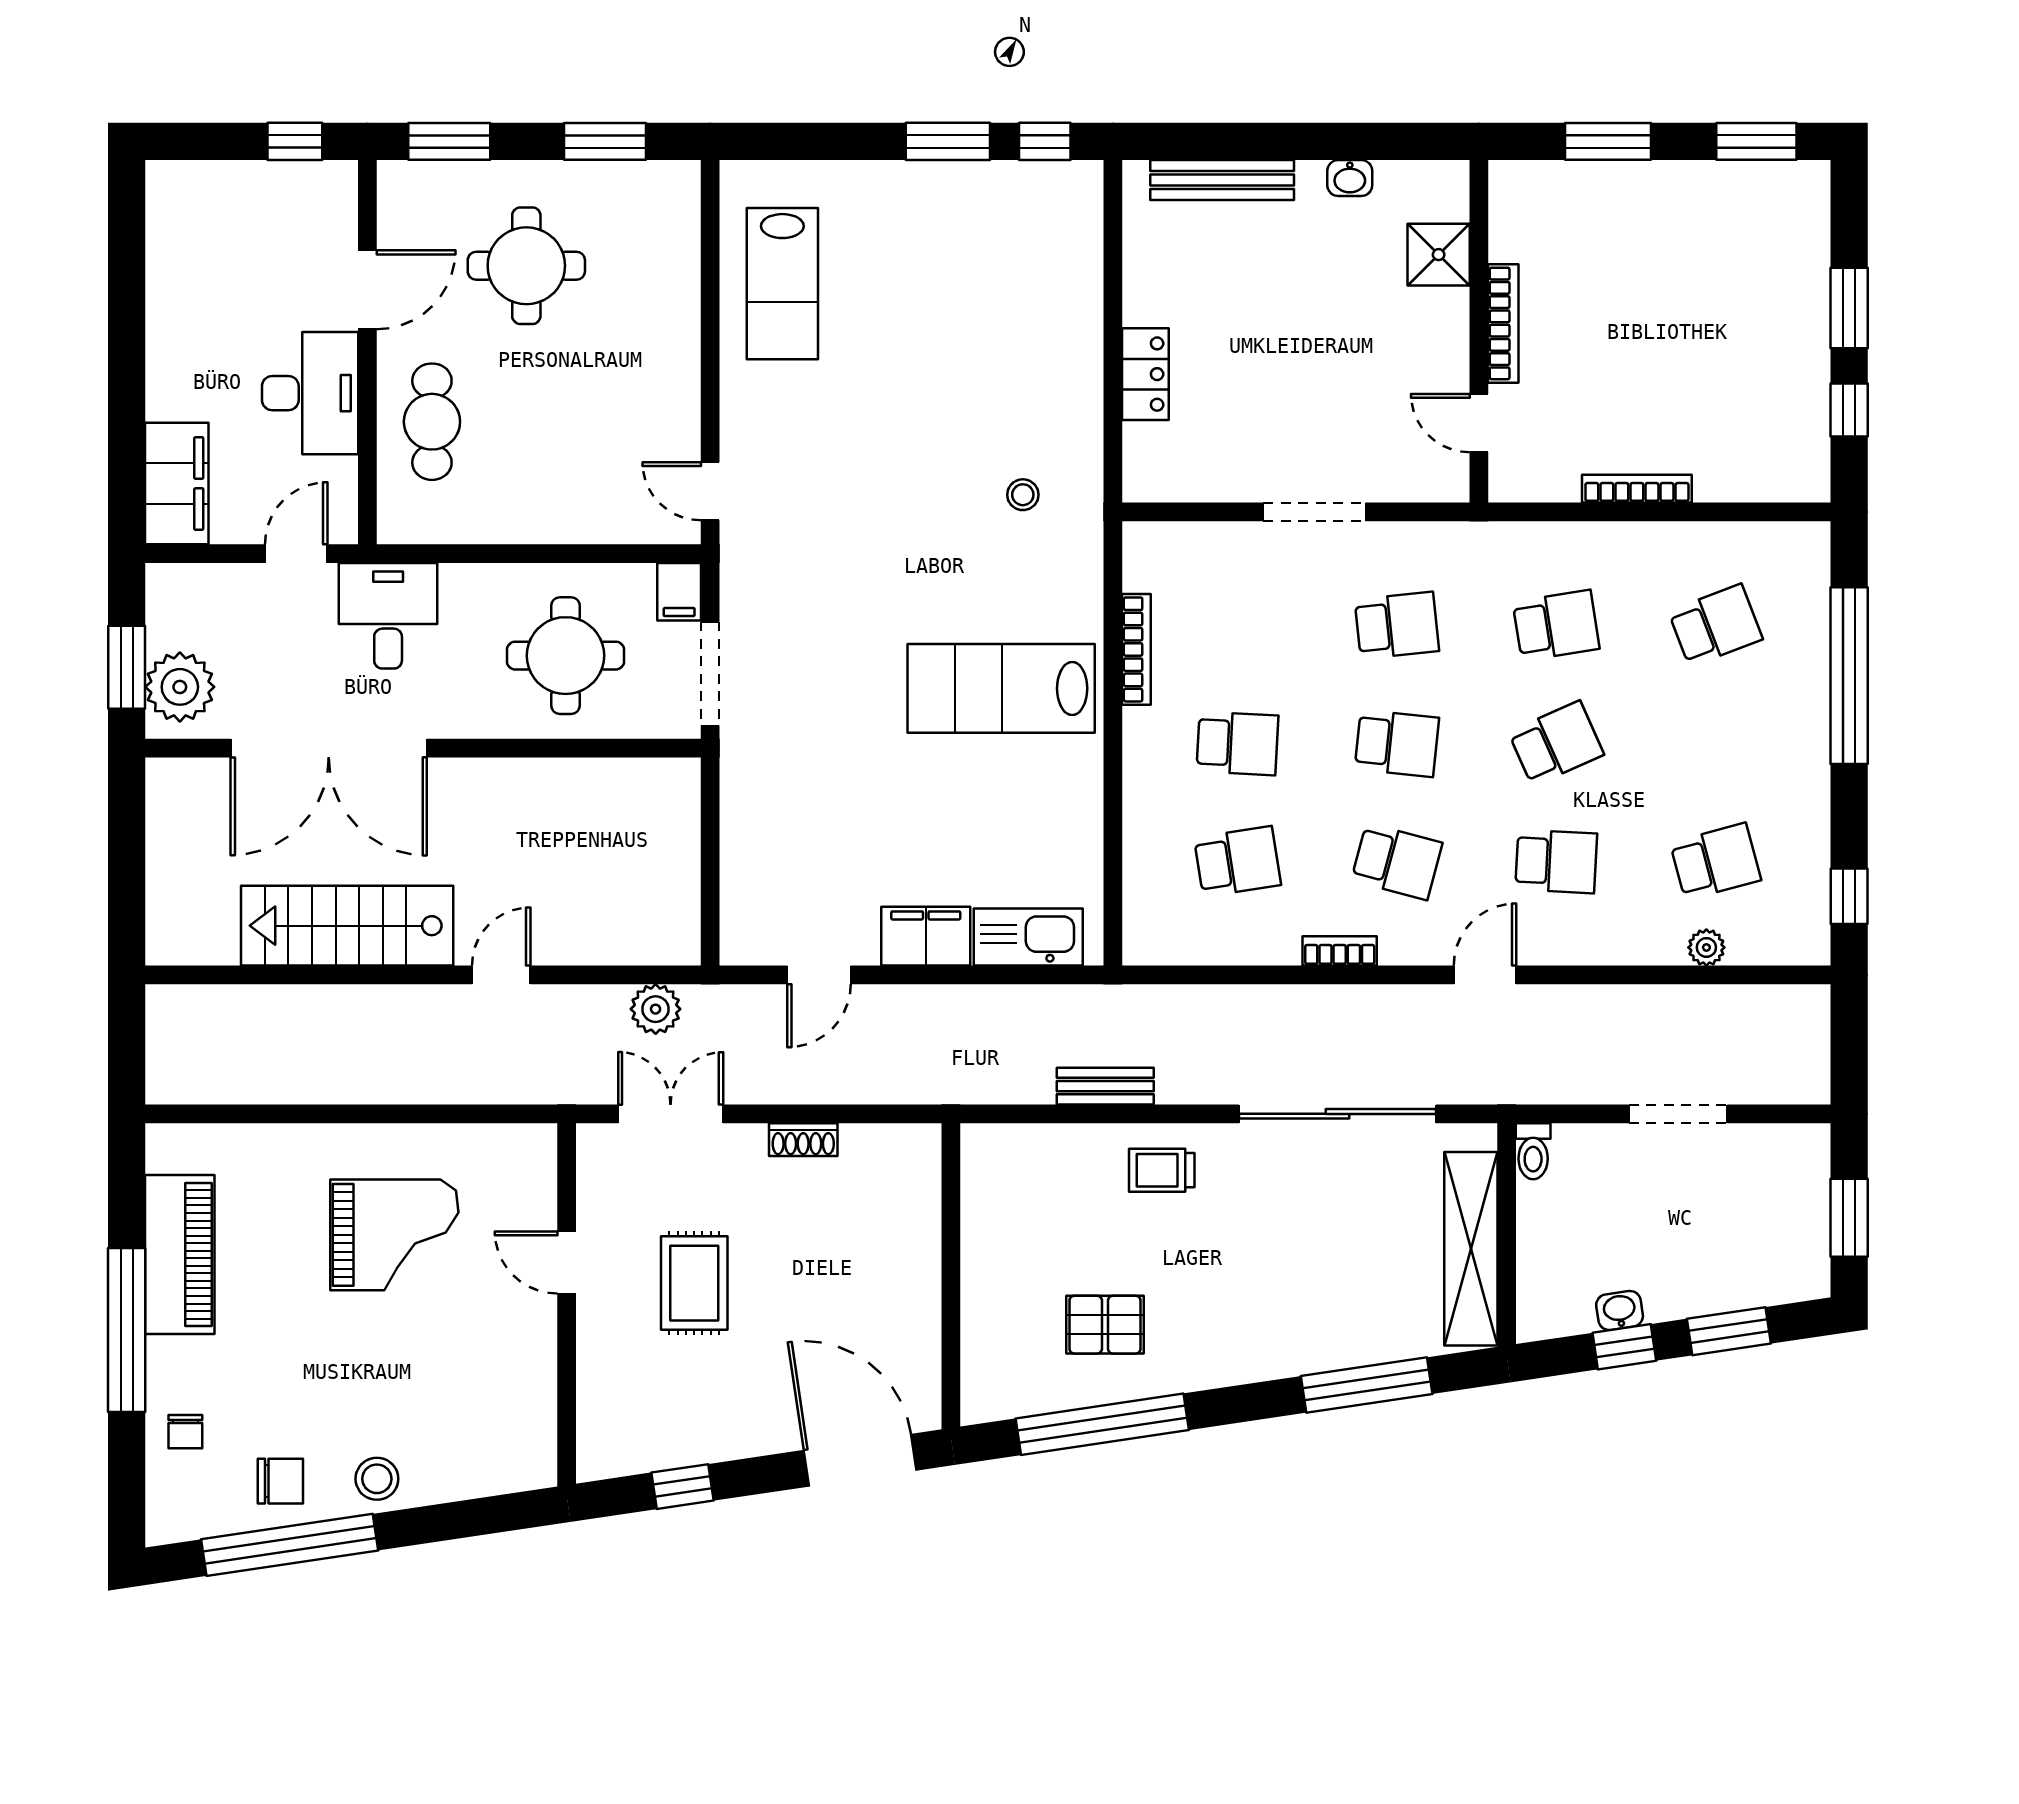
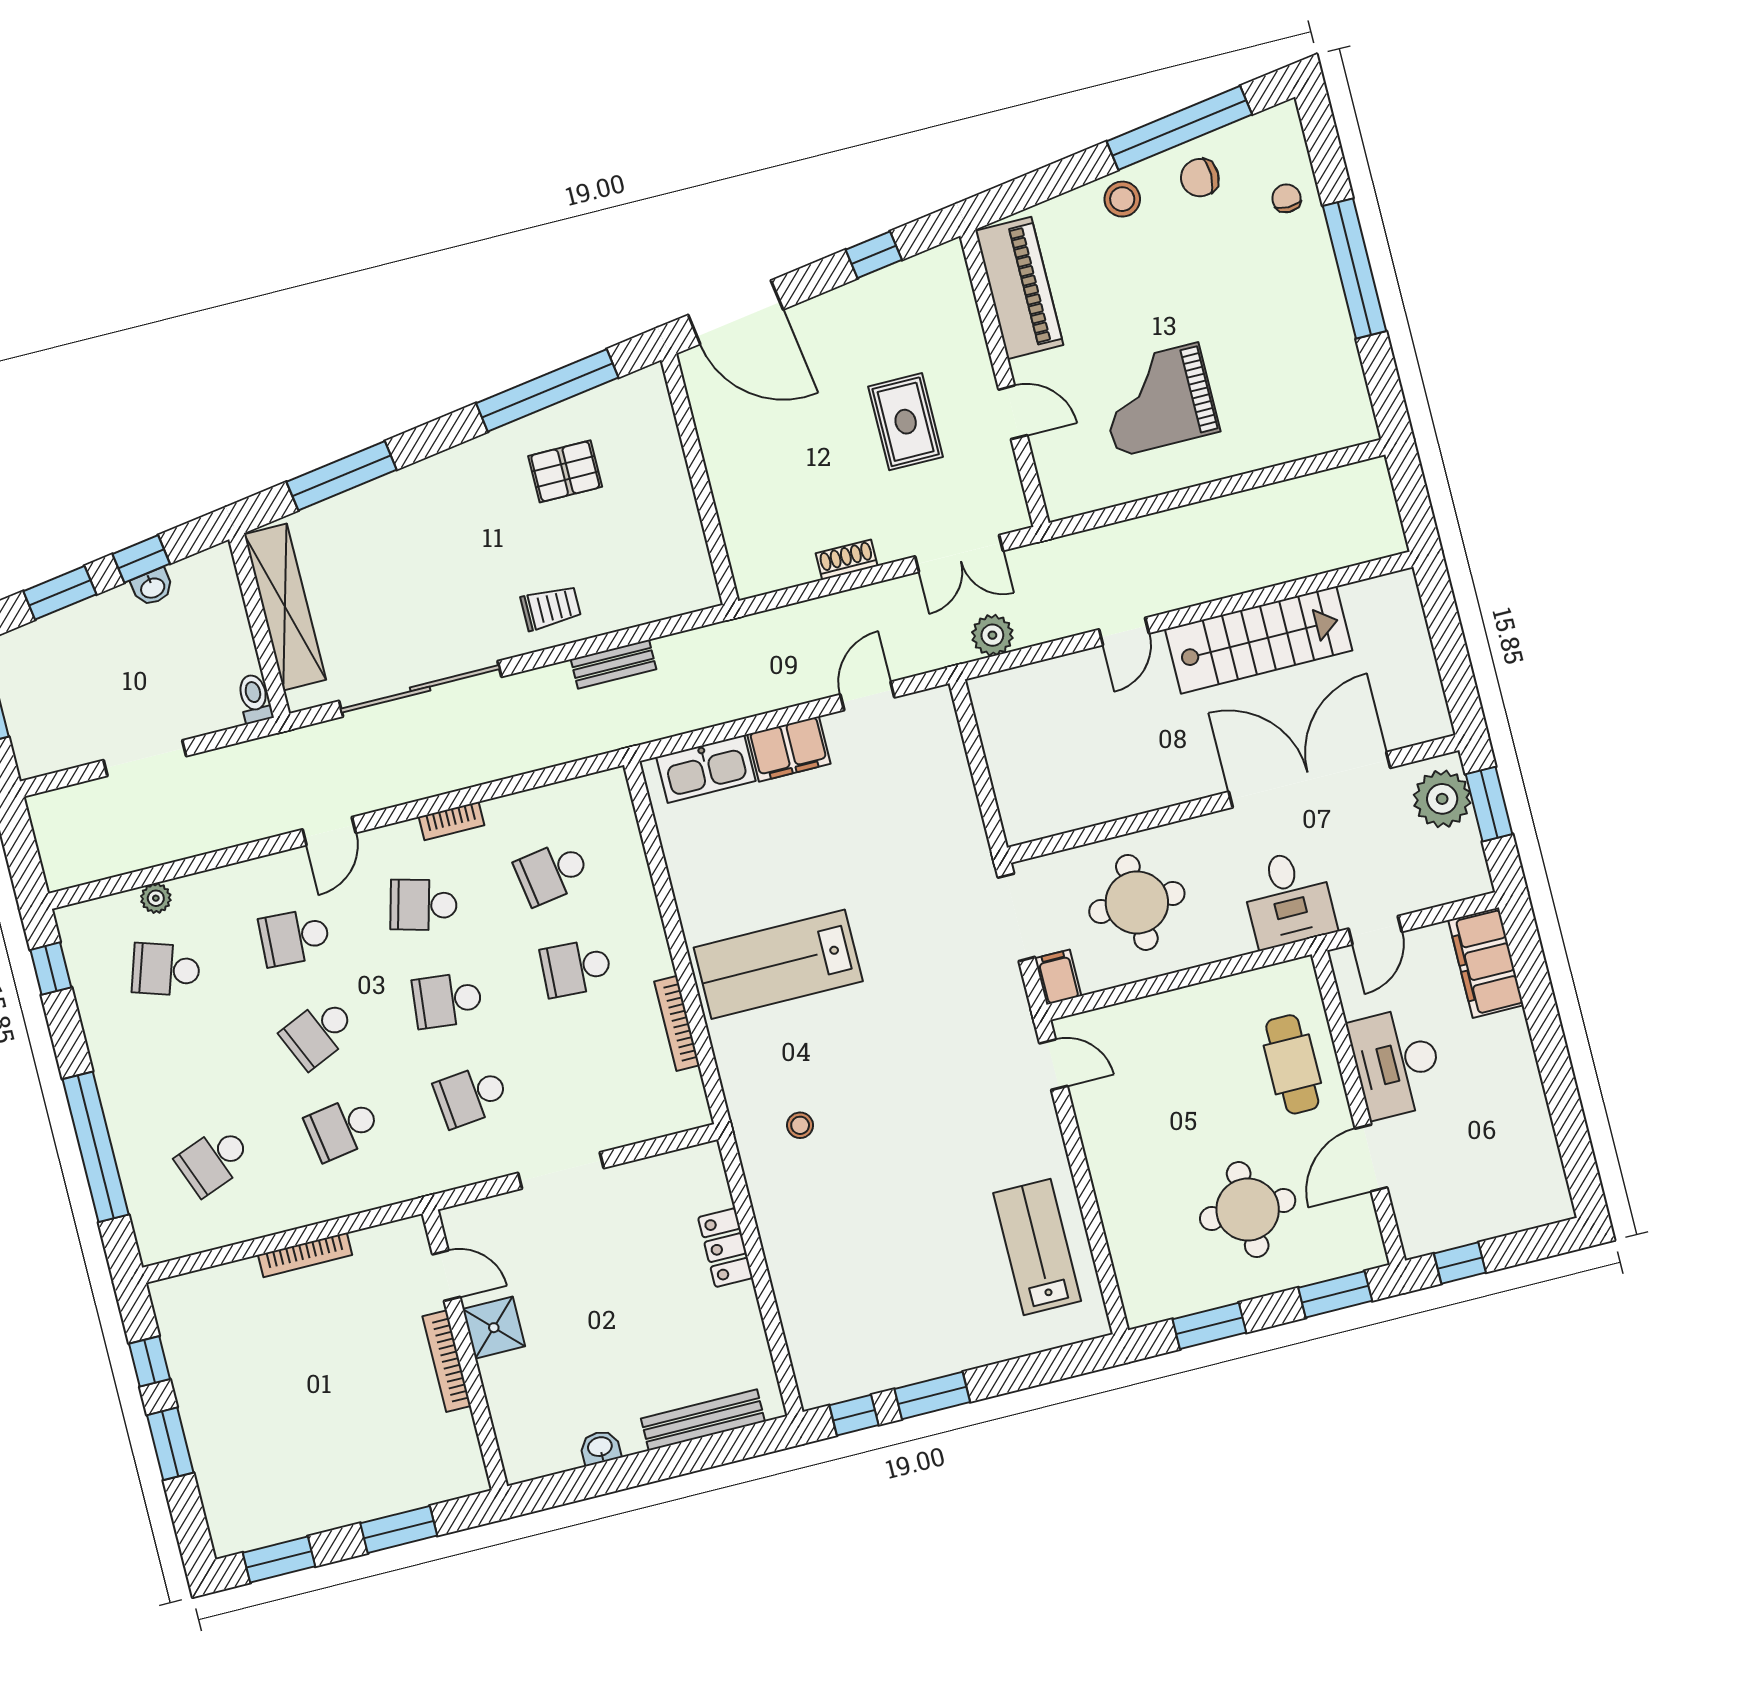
shower: (1439, 255) -> (494, 1328), moved
lab bench: (1001, 688) -> (778, 964), turned 180
school desk: (1715, 861) -> (166, 970), turned 33
piano: (180, 1254) -> (1019, 288), moved, turned 180

